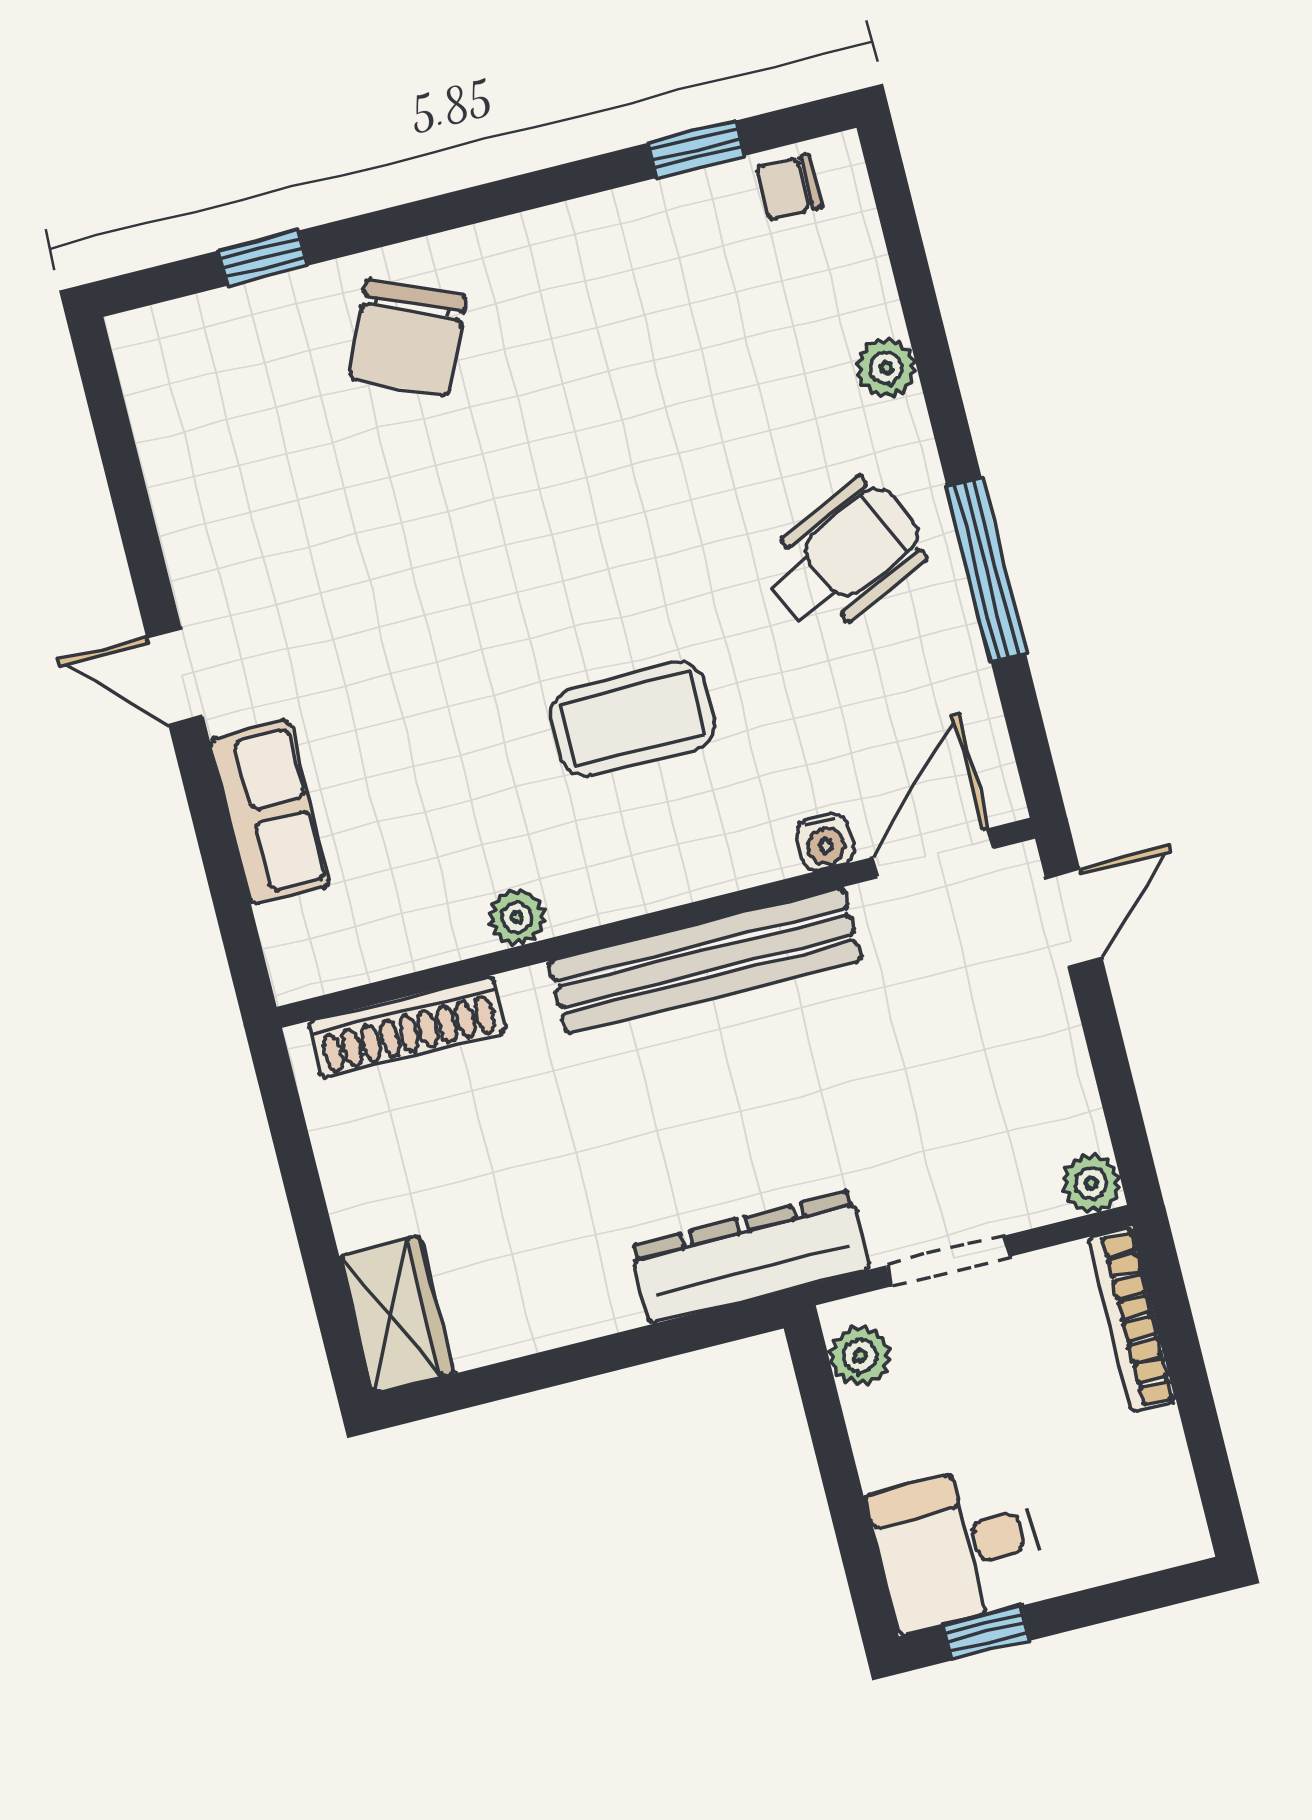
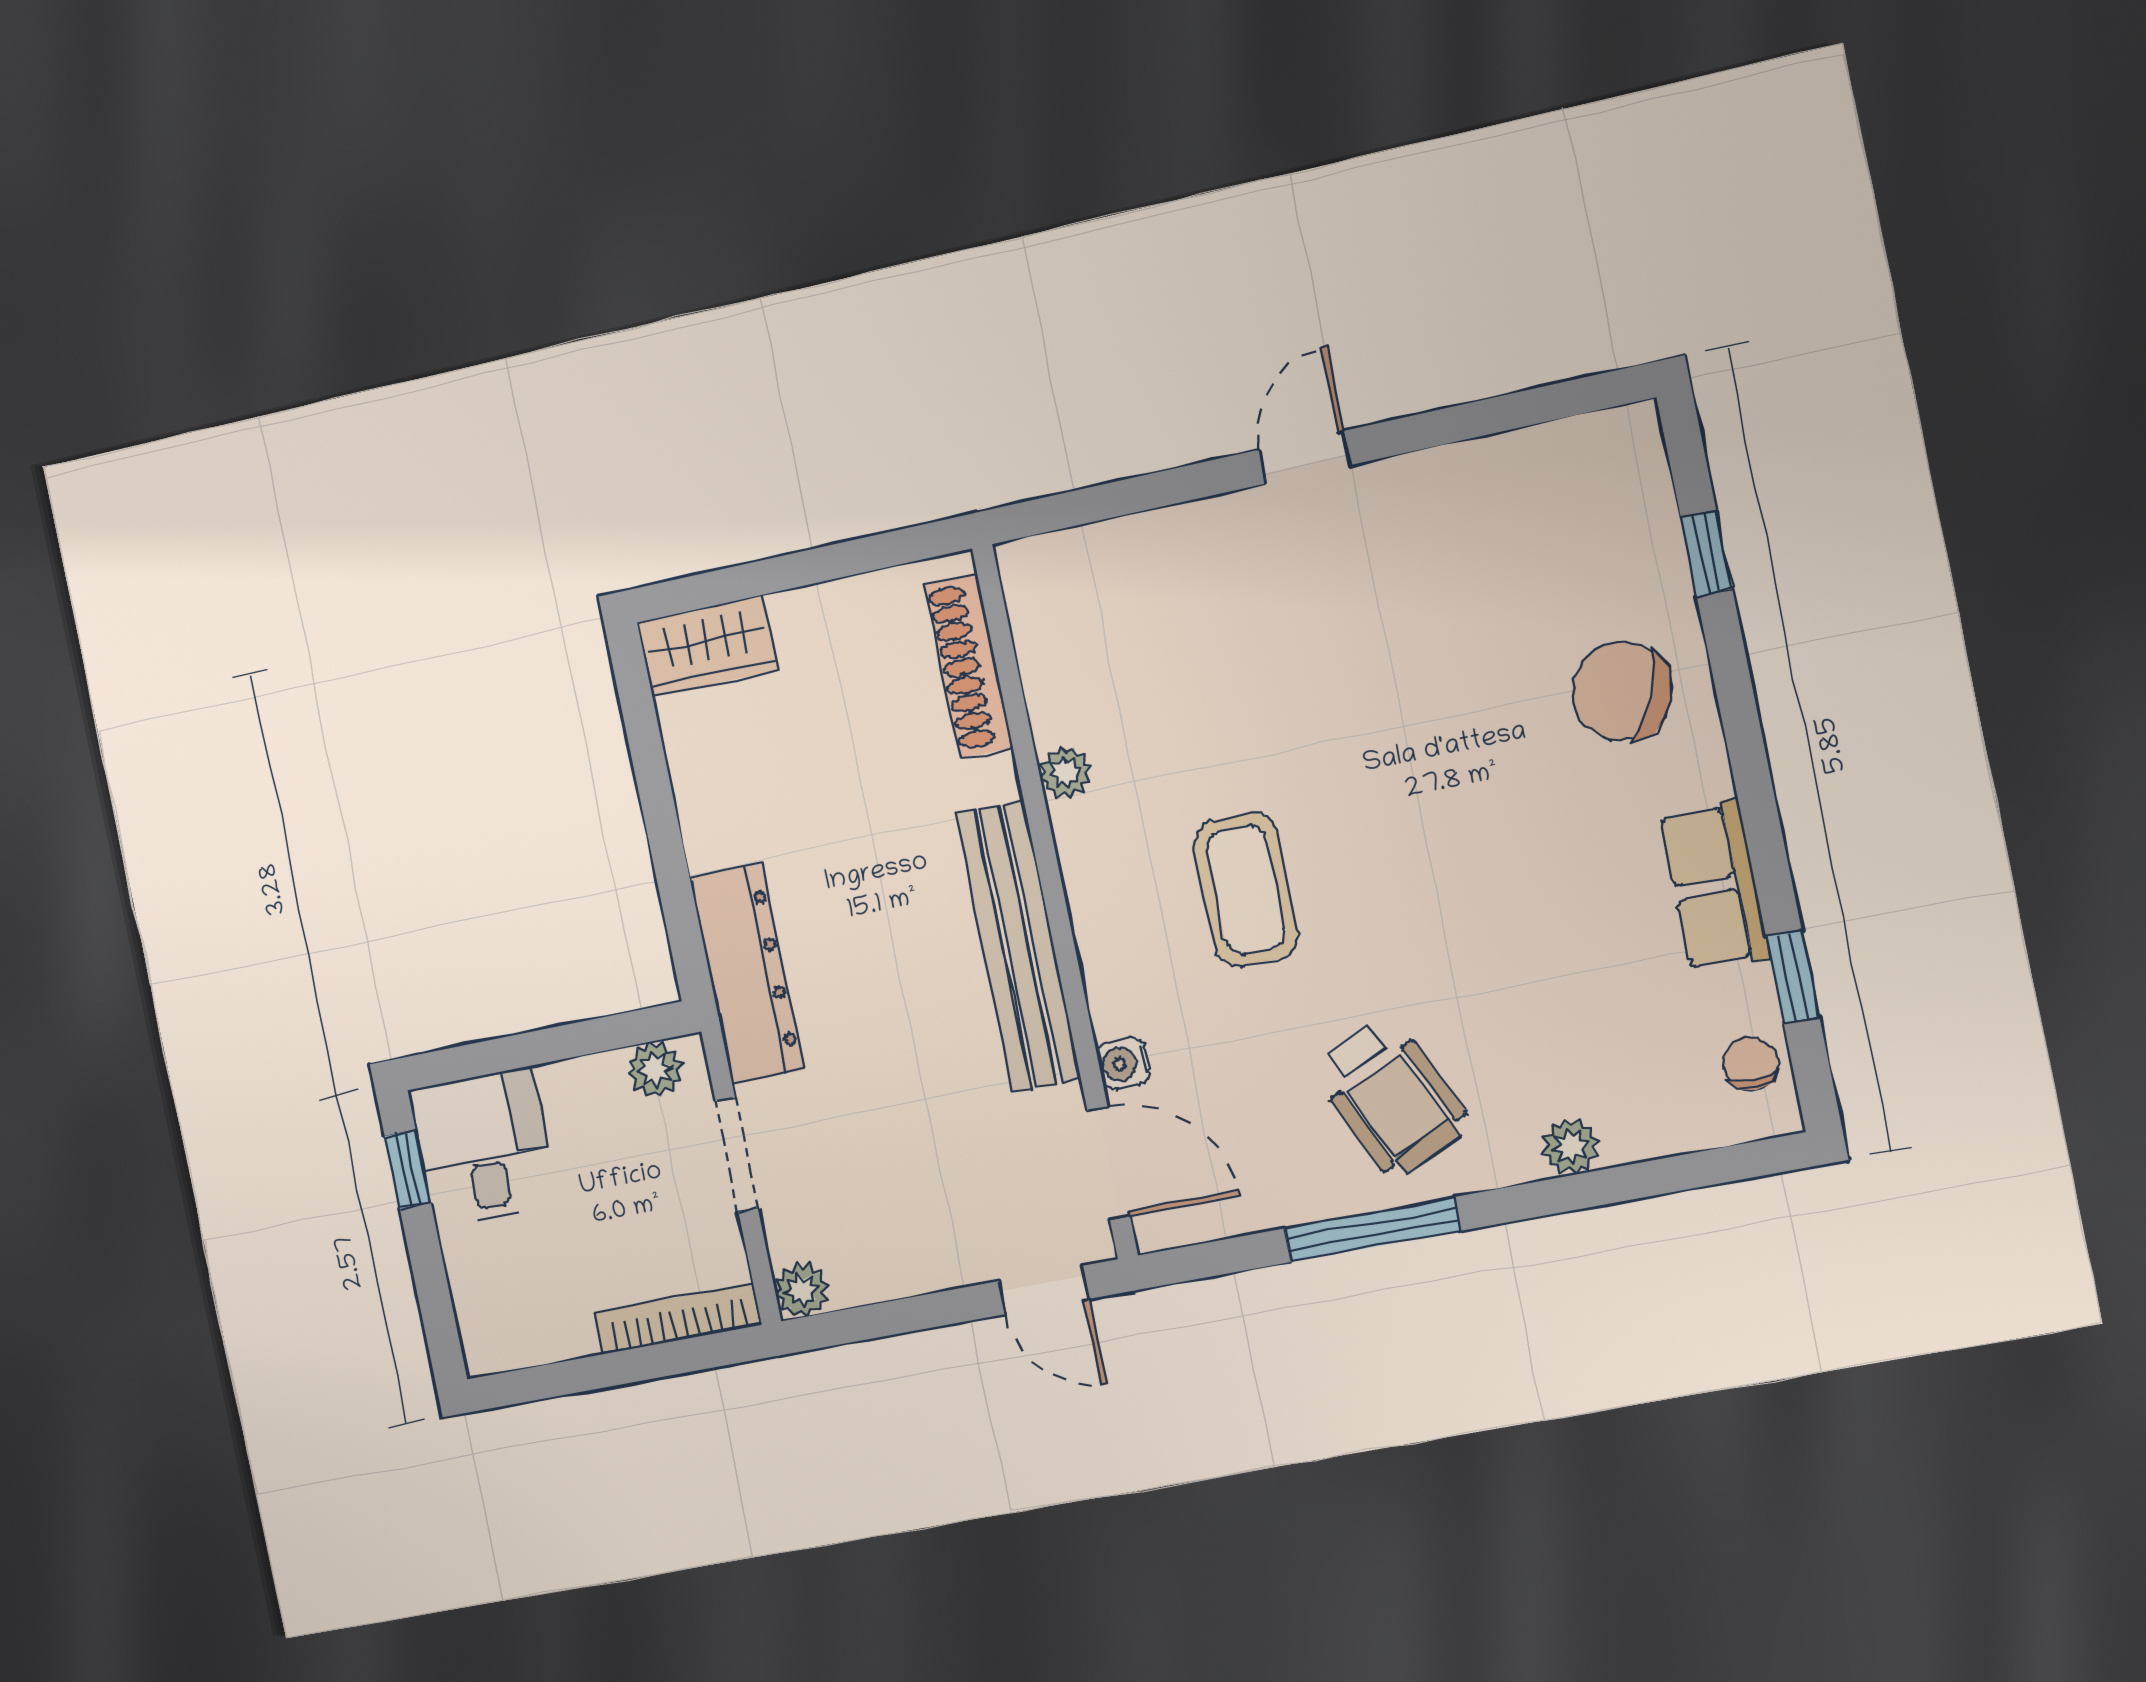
row of seats: (270, 812) -> (1715, 886), moved, turned 90

